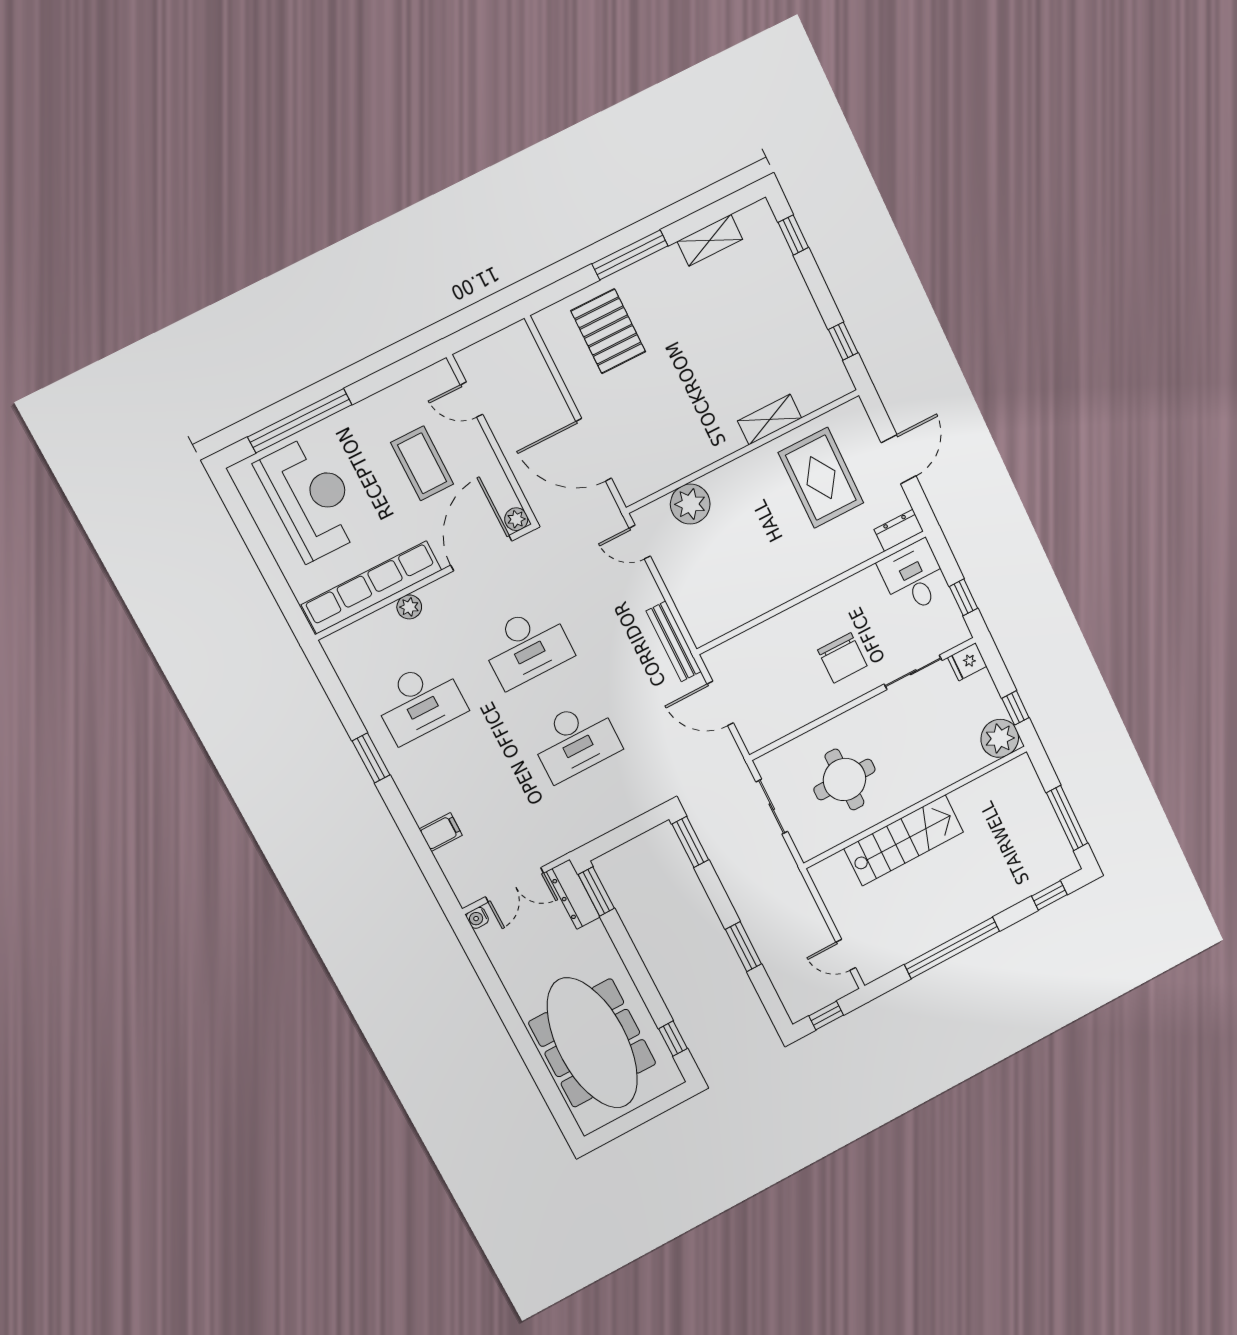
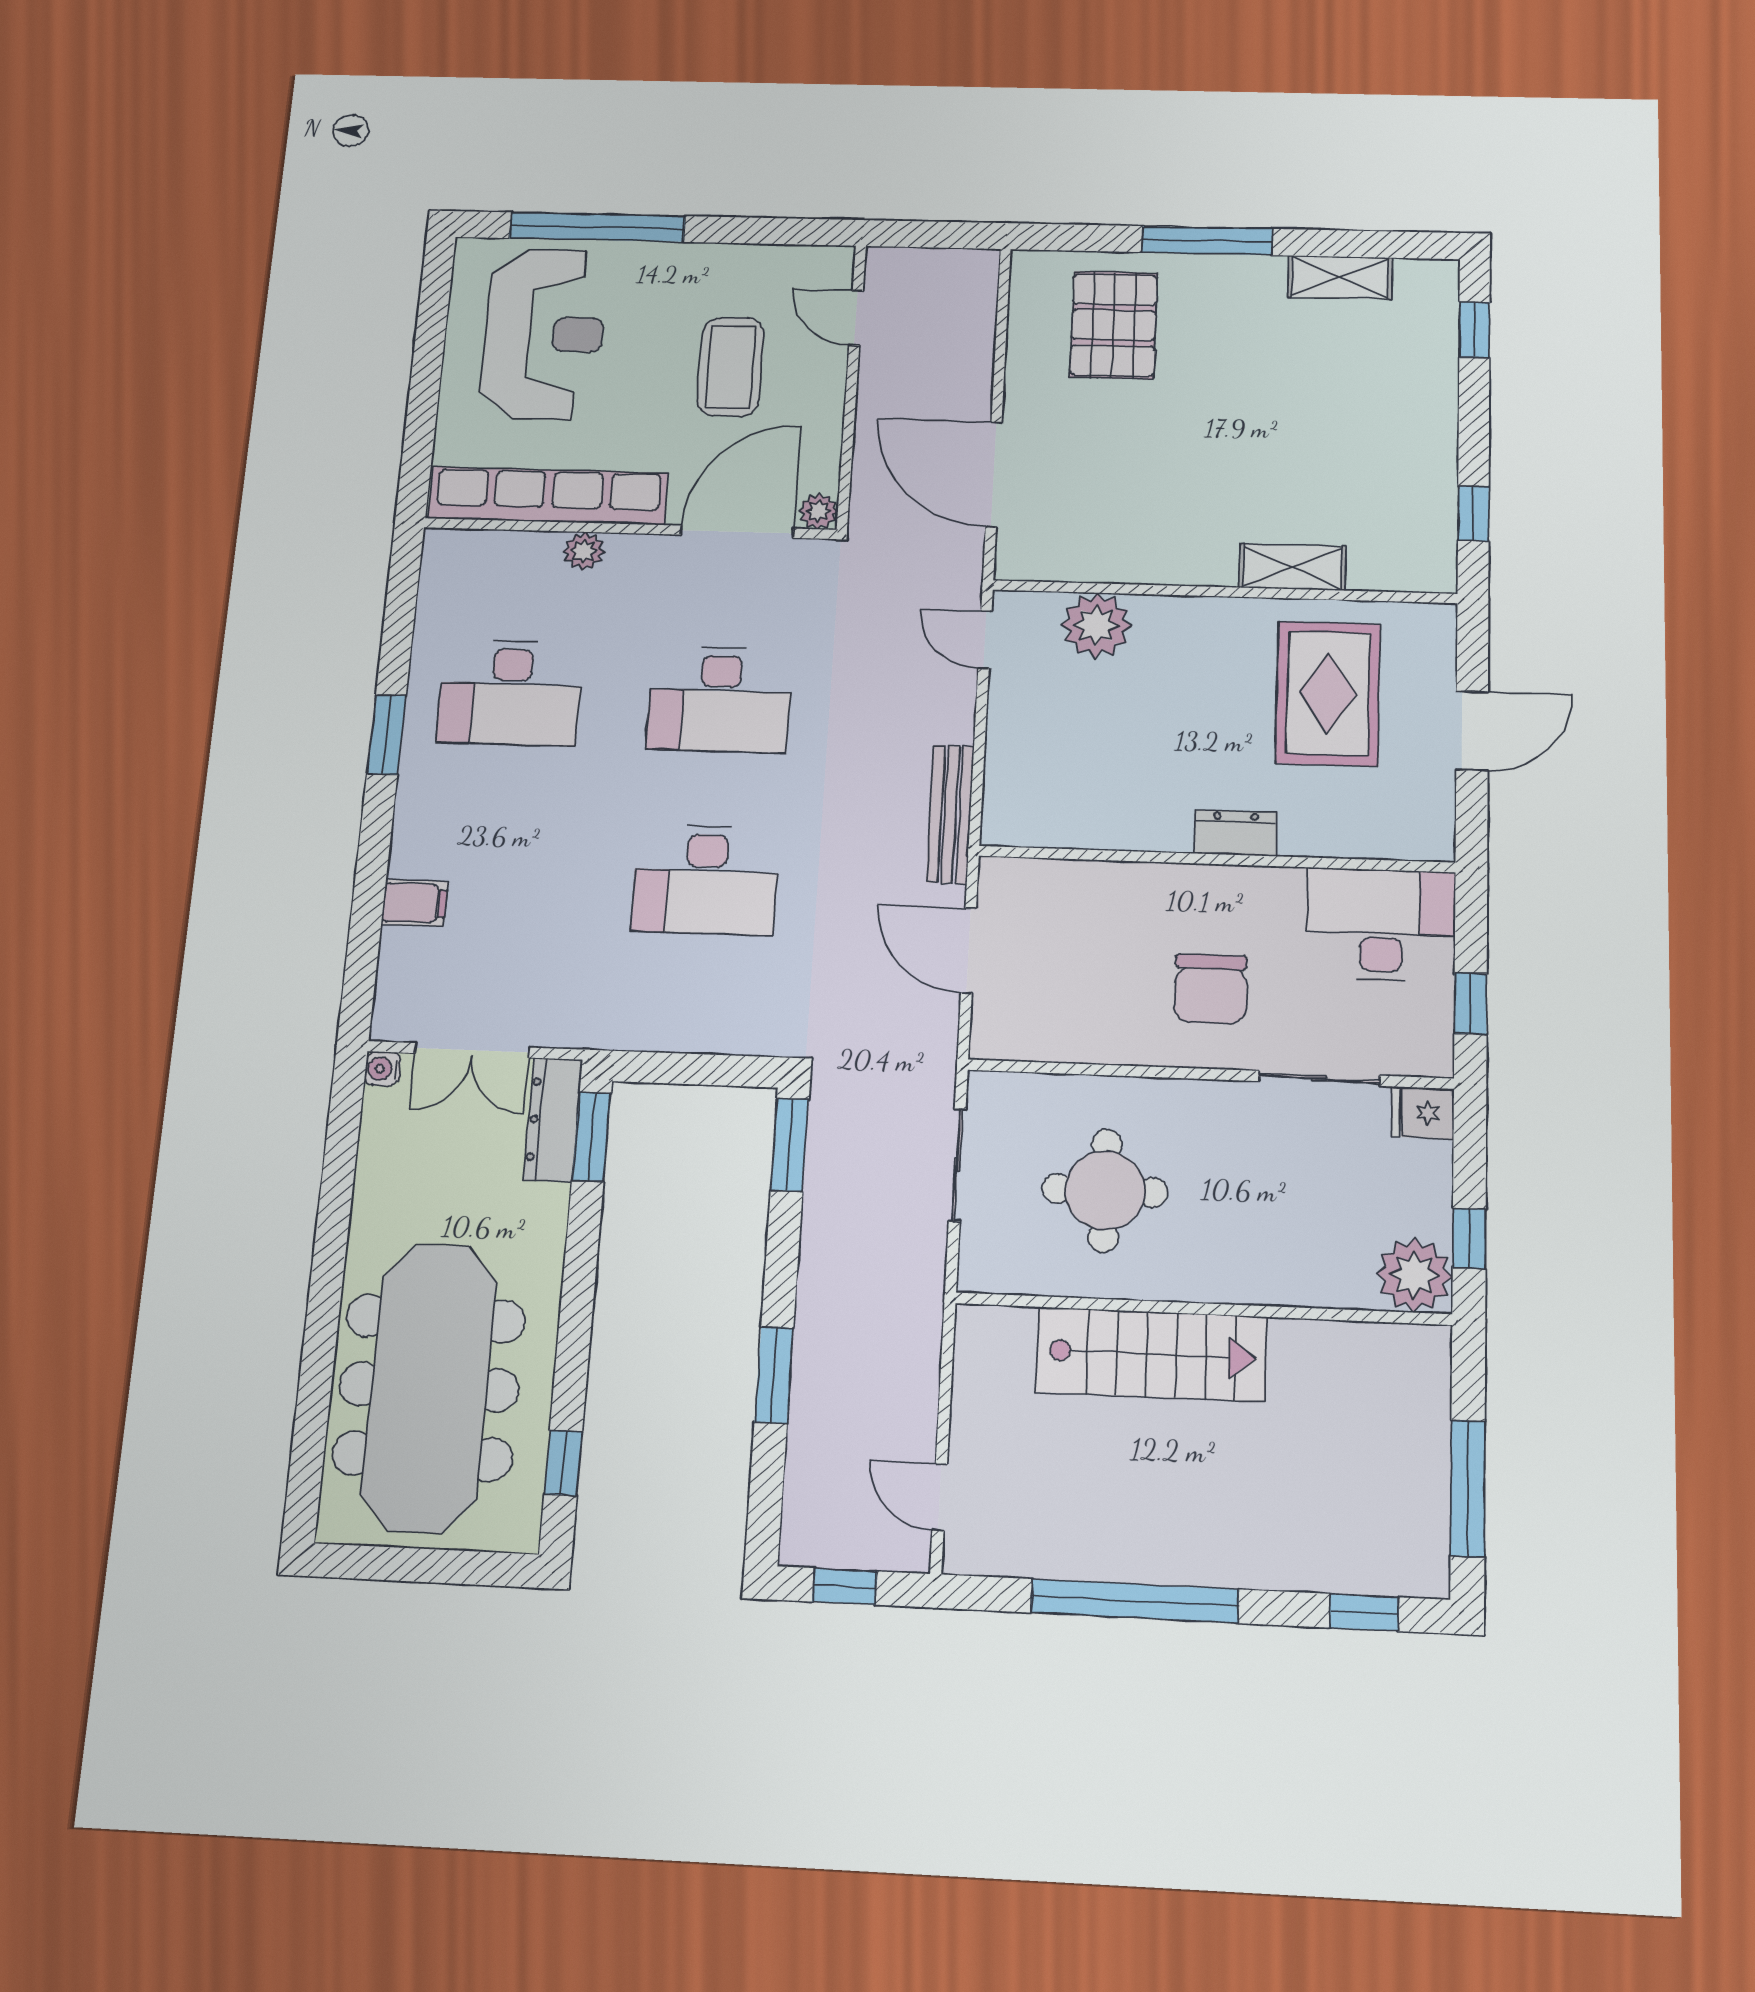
dresser: (899, 530) -> (1236, 833), moved
desk: (914, 577) -> (1381, 925), width x1.37

